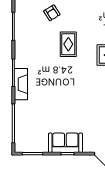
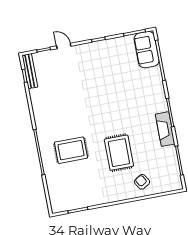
rug: (68, 44) -> (119, 153), width x1.36, depth x1.43
fireplace: (21, 84) -> (165, 129), moved
sofa: (65, 143) -> (147, 50), moved, turned 90

